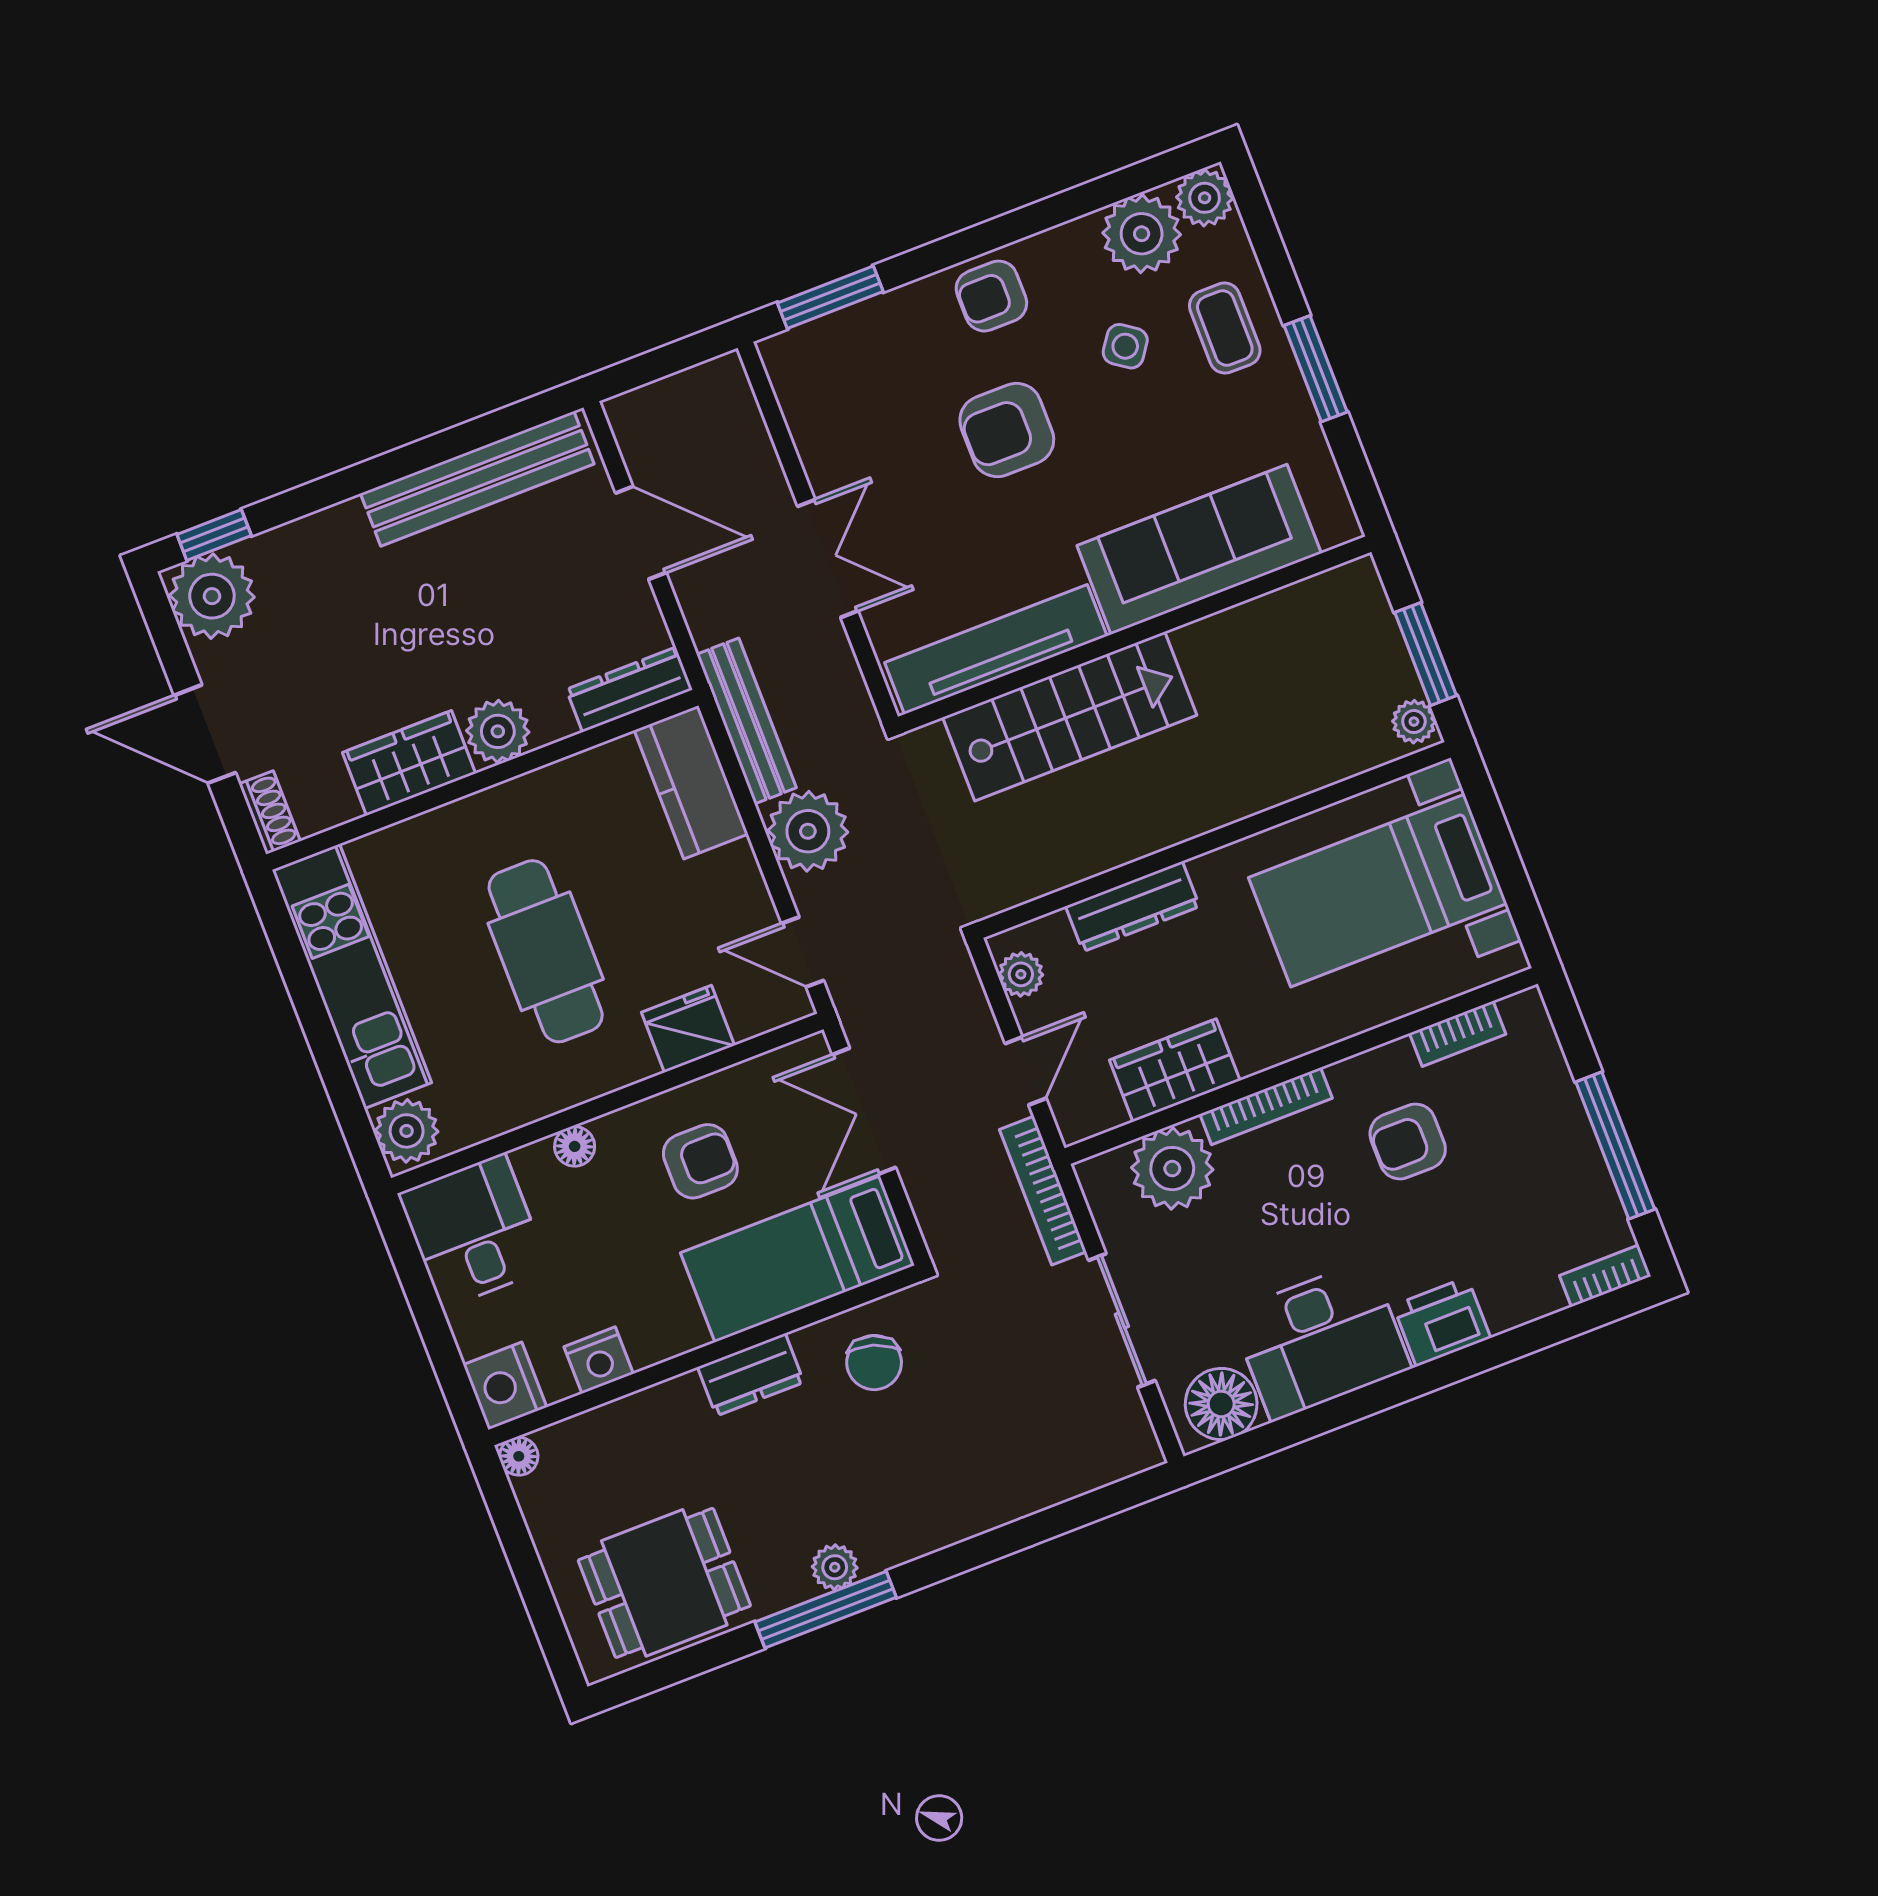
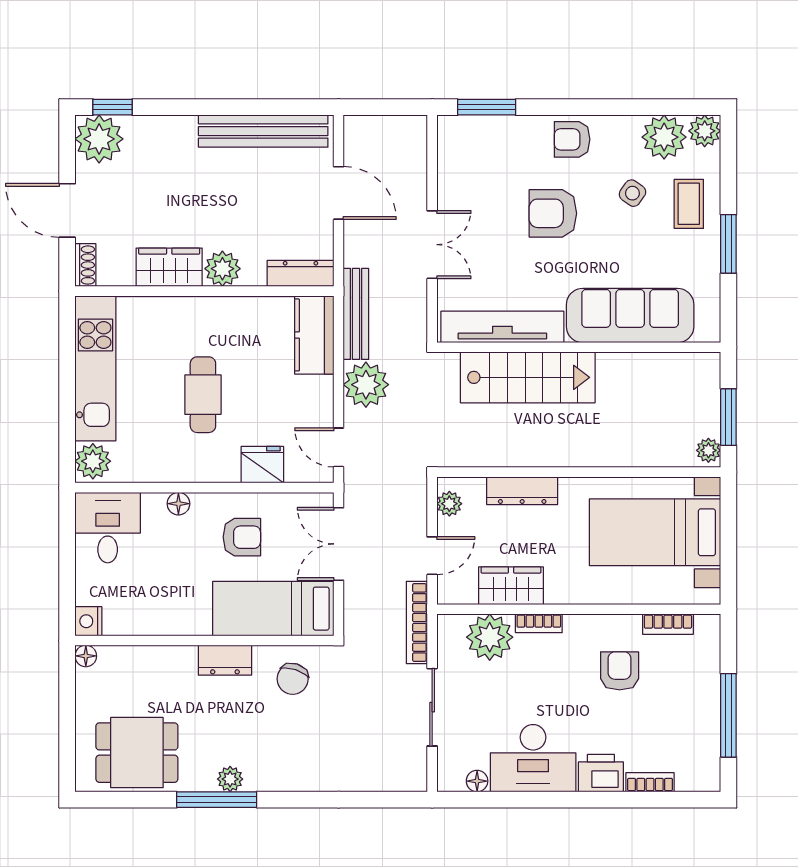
cafe table: (546, 951) -> (203, 395), width x0.73, depth x0.74
bookcase: (1266, 1106) -> (539, 623), width x0.64
armchair: (1408, 1142) -> (620, 671), turned 90
bookcase: (1605, 1276) -> (650, 782), moved
nightstand: (599, 1360) -> (148, 622), removed
nightstand: (505, 1386) -> (88, 621), width x0.74, depth x0.75
floor lamp: (1221, 1404) -> (477, 781), width x0.53, depth x0.53

